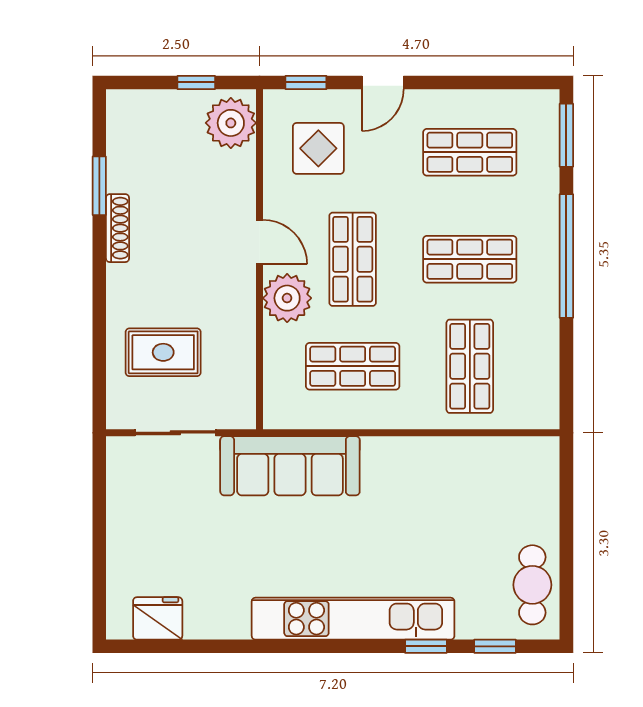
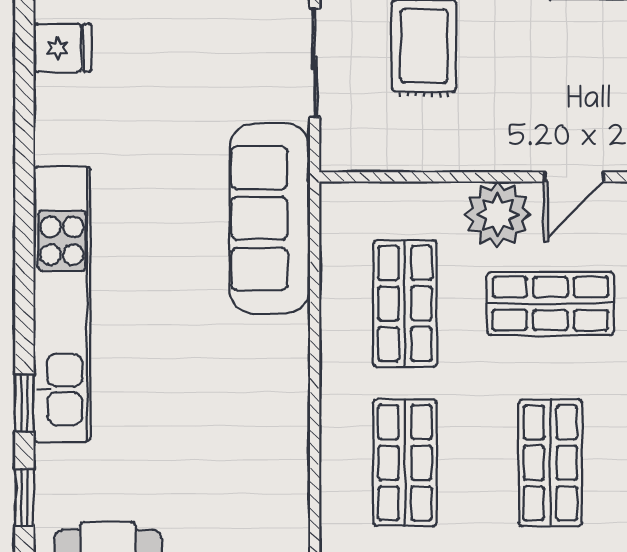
shop shelf: (470, 366) -> (405, 463), turned 90
fridge: (158, 618) -> (62, 48), width x0.72

